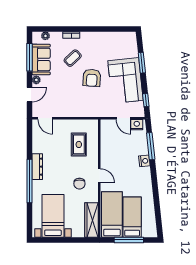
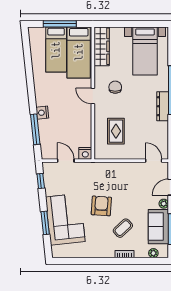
corner sofa: (125, 81) -> (65, 219), moved
nightstand: (137, 125) -> (85, 153), moved

